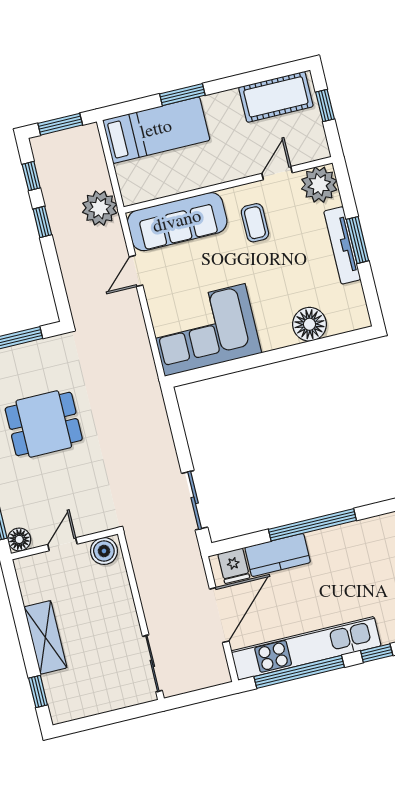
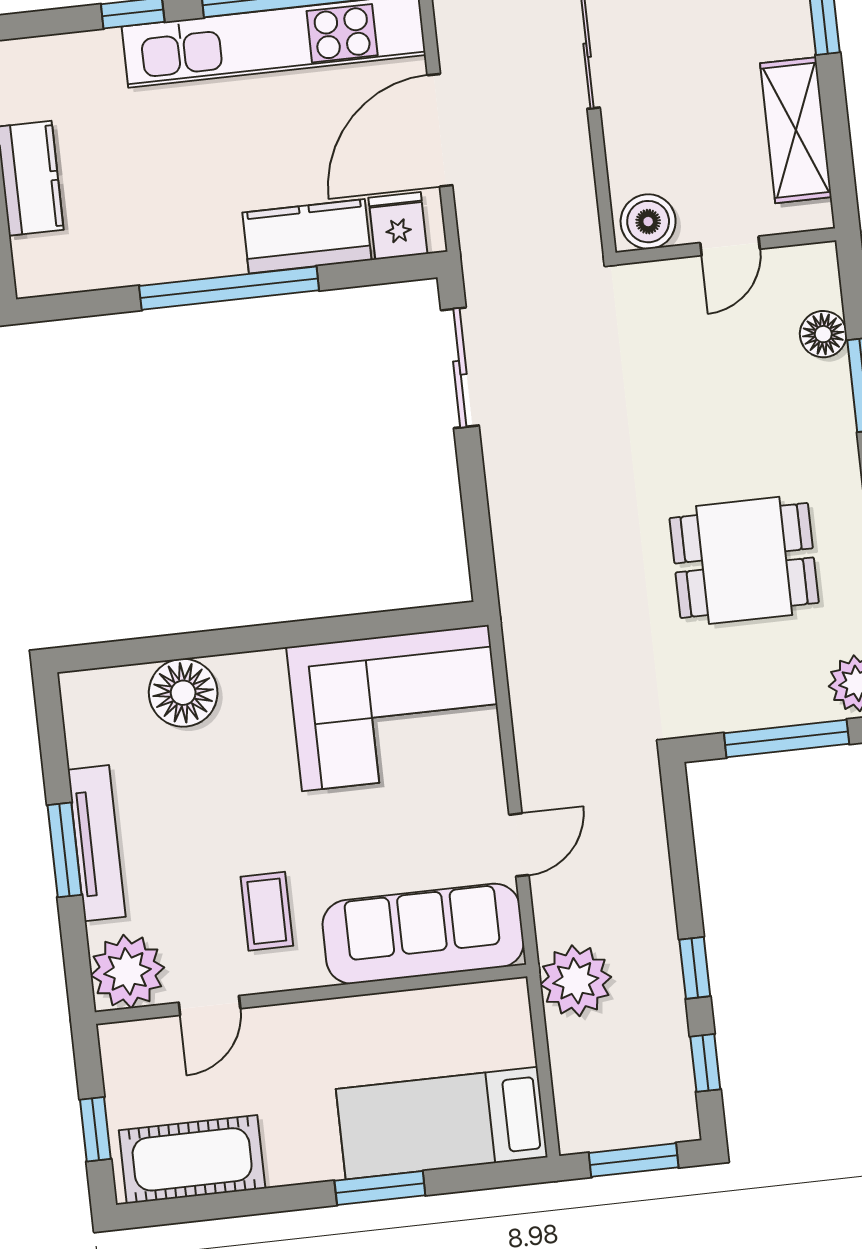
door: (62, 544) -> (730, 246), moved
wall: (64, 544) -> (726, 246), moved
boiler: (104, 551) -> (648, 222), moved

